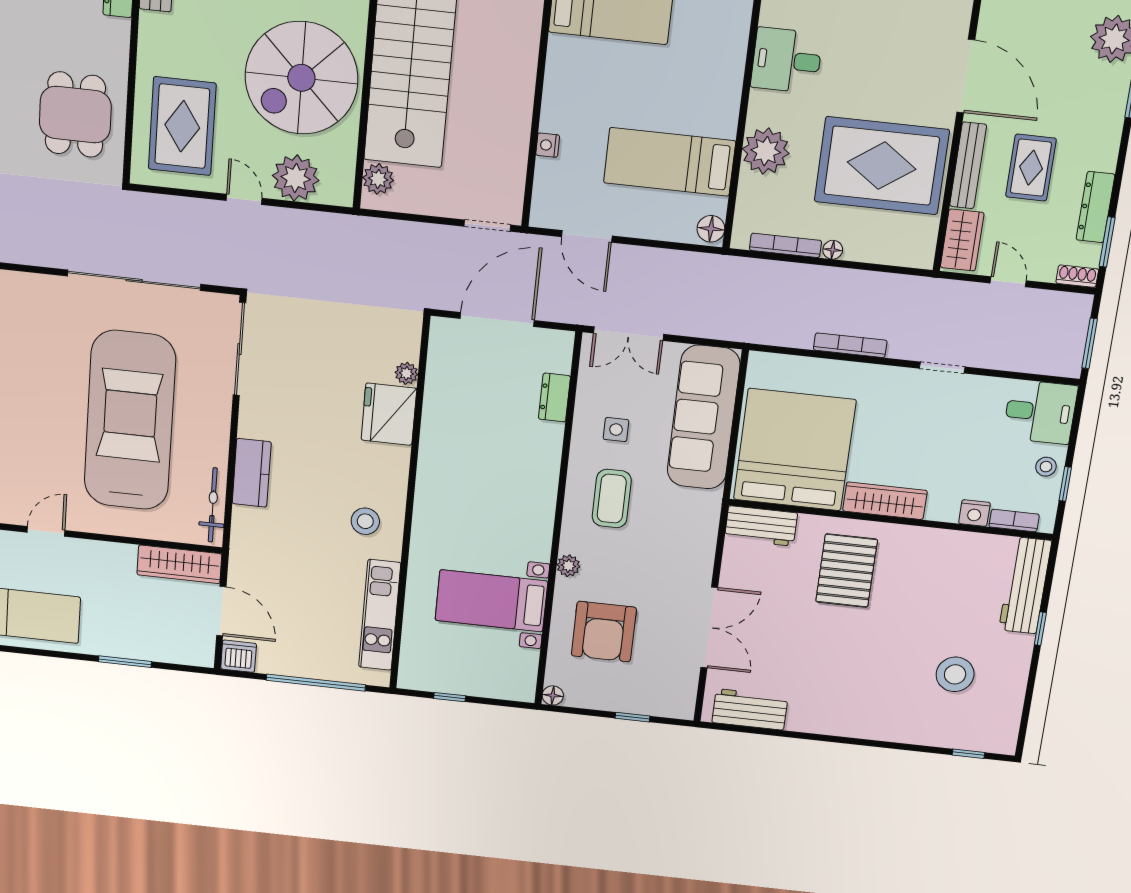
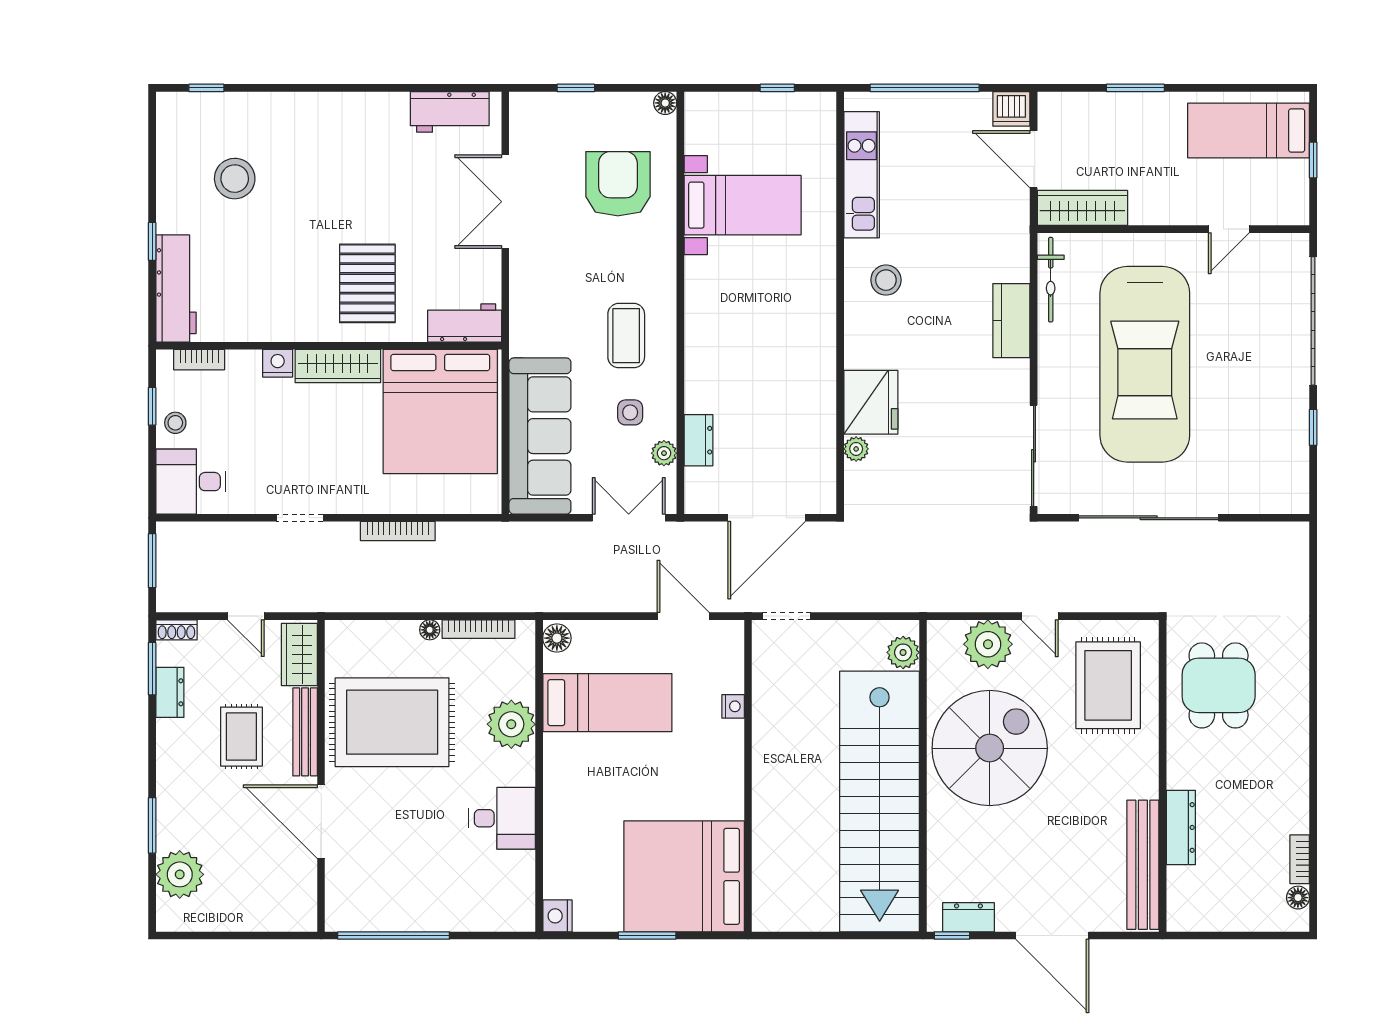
dresser: (1095, 207) -> (170, 692), width x0.70
nightstand: (974, 513) -> (278, 363), moved
plant: (568, 566) -> (664, 453), moved

